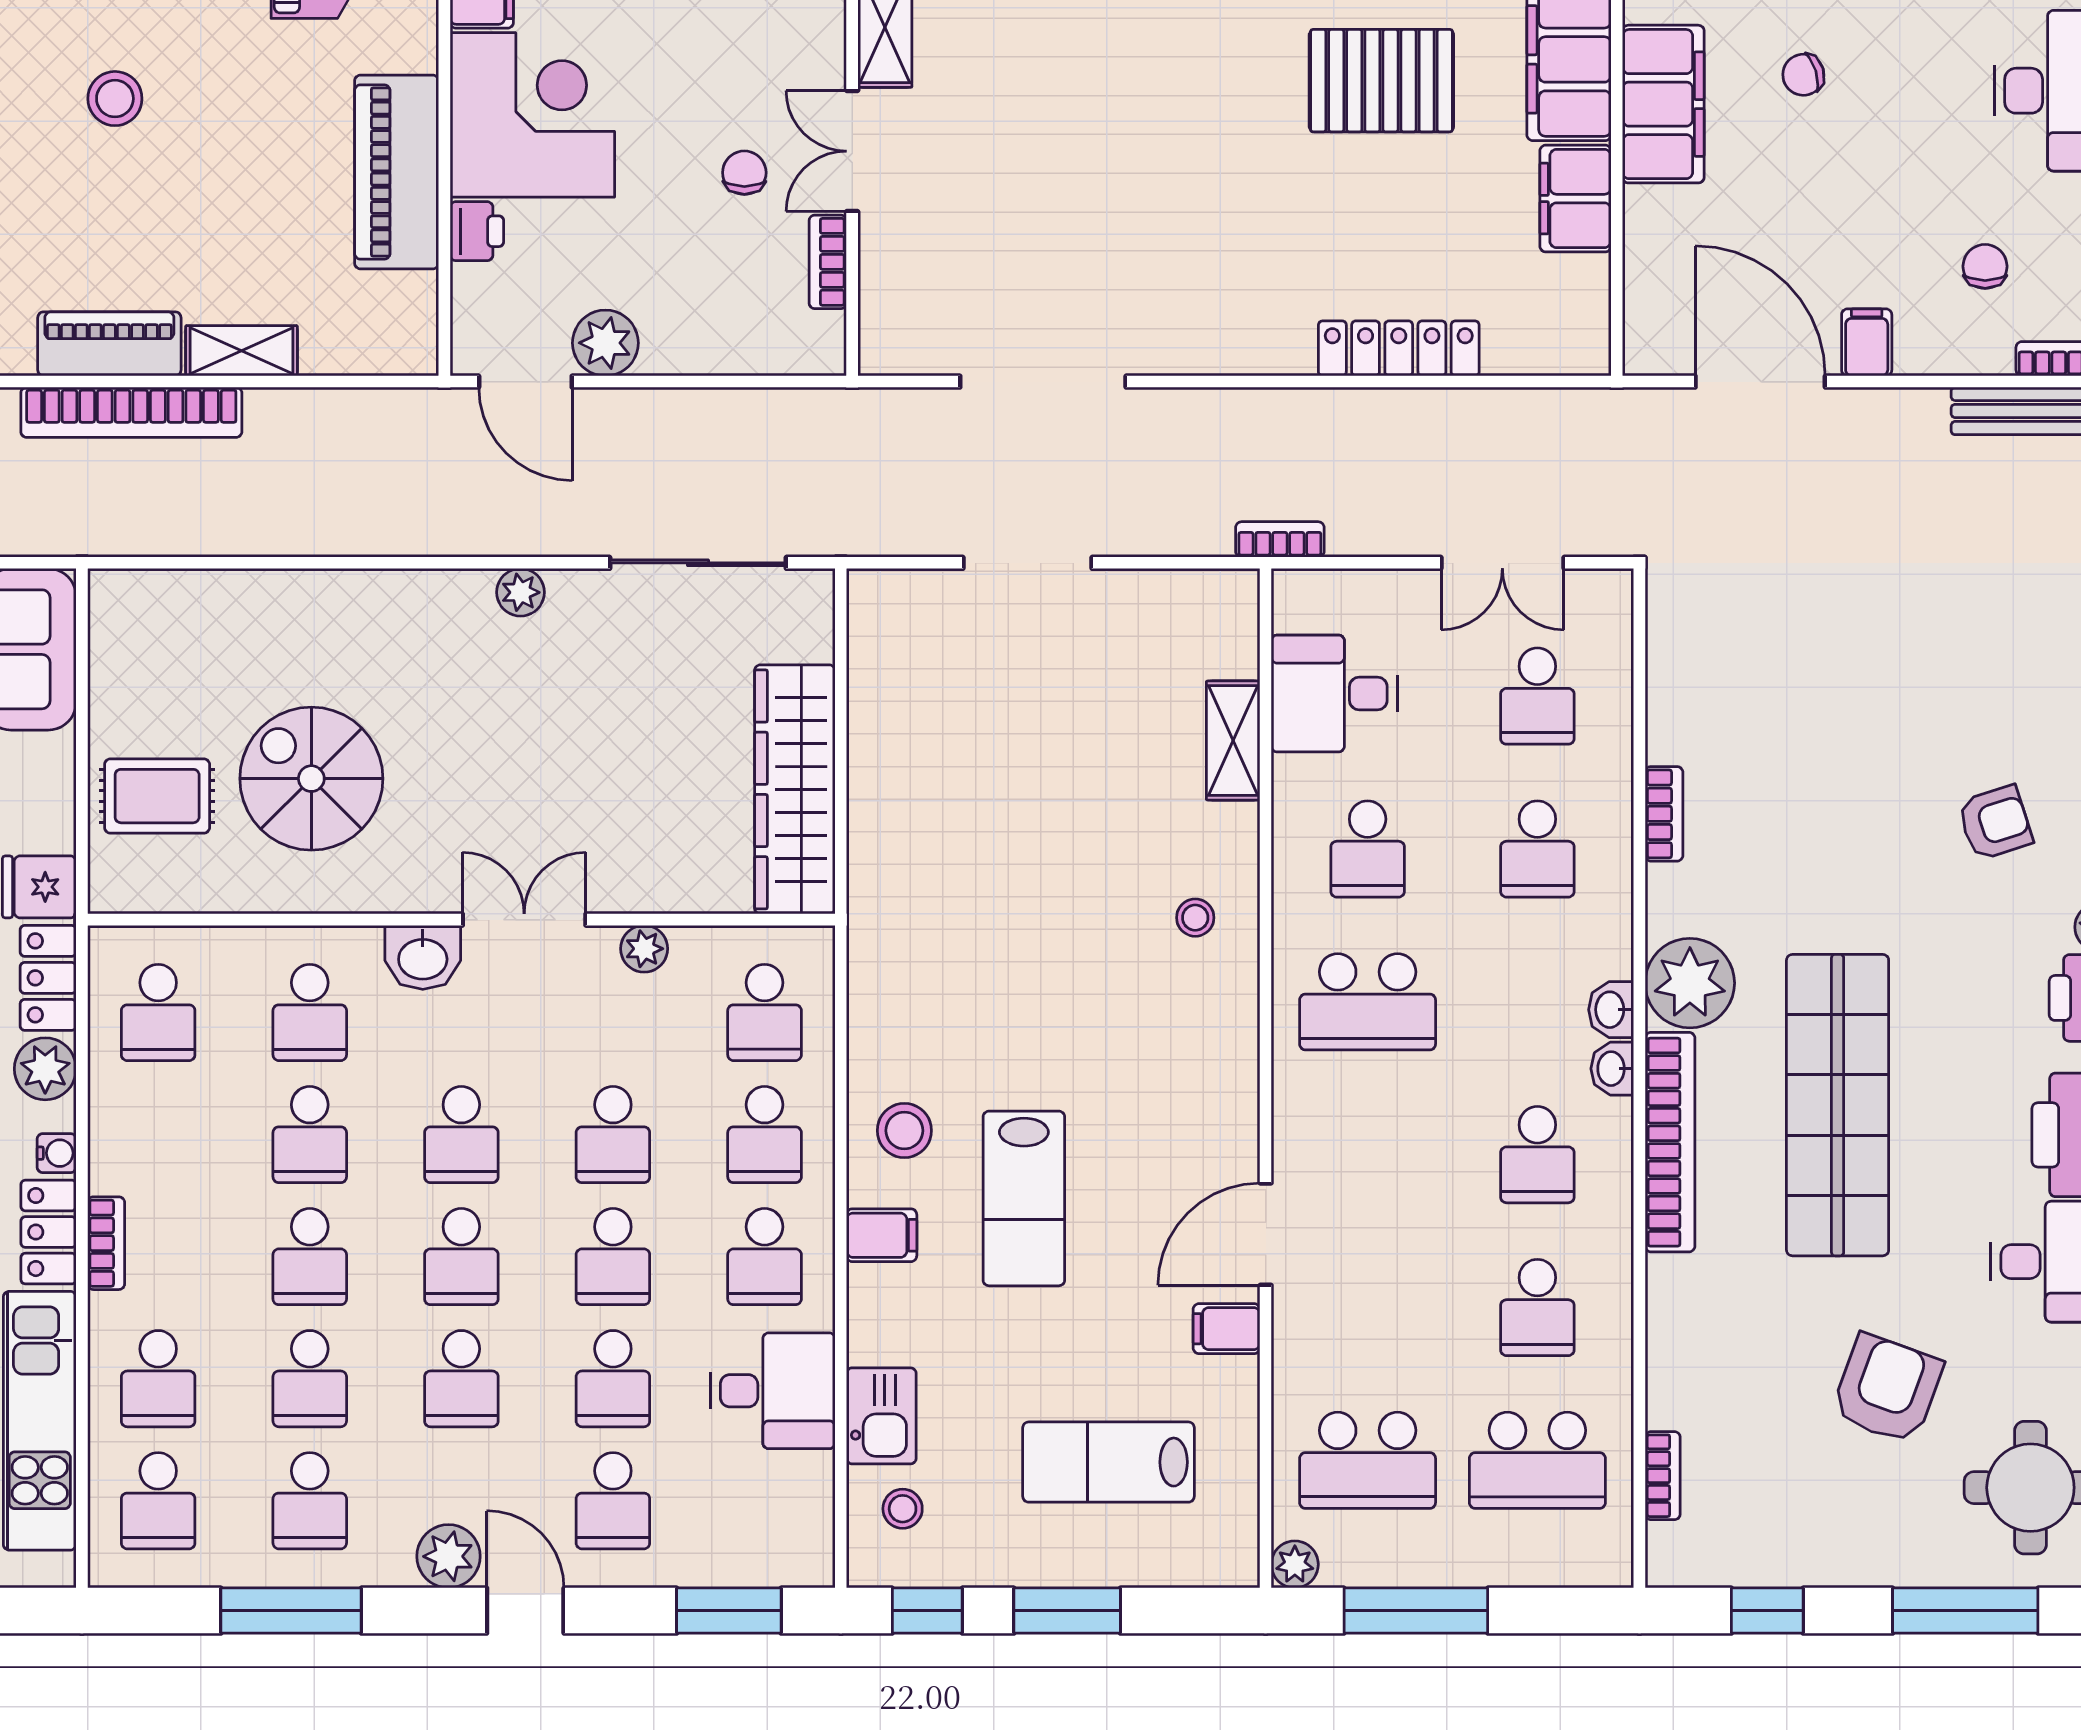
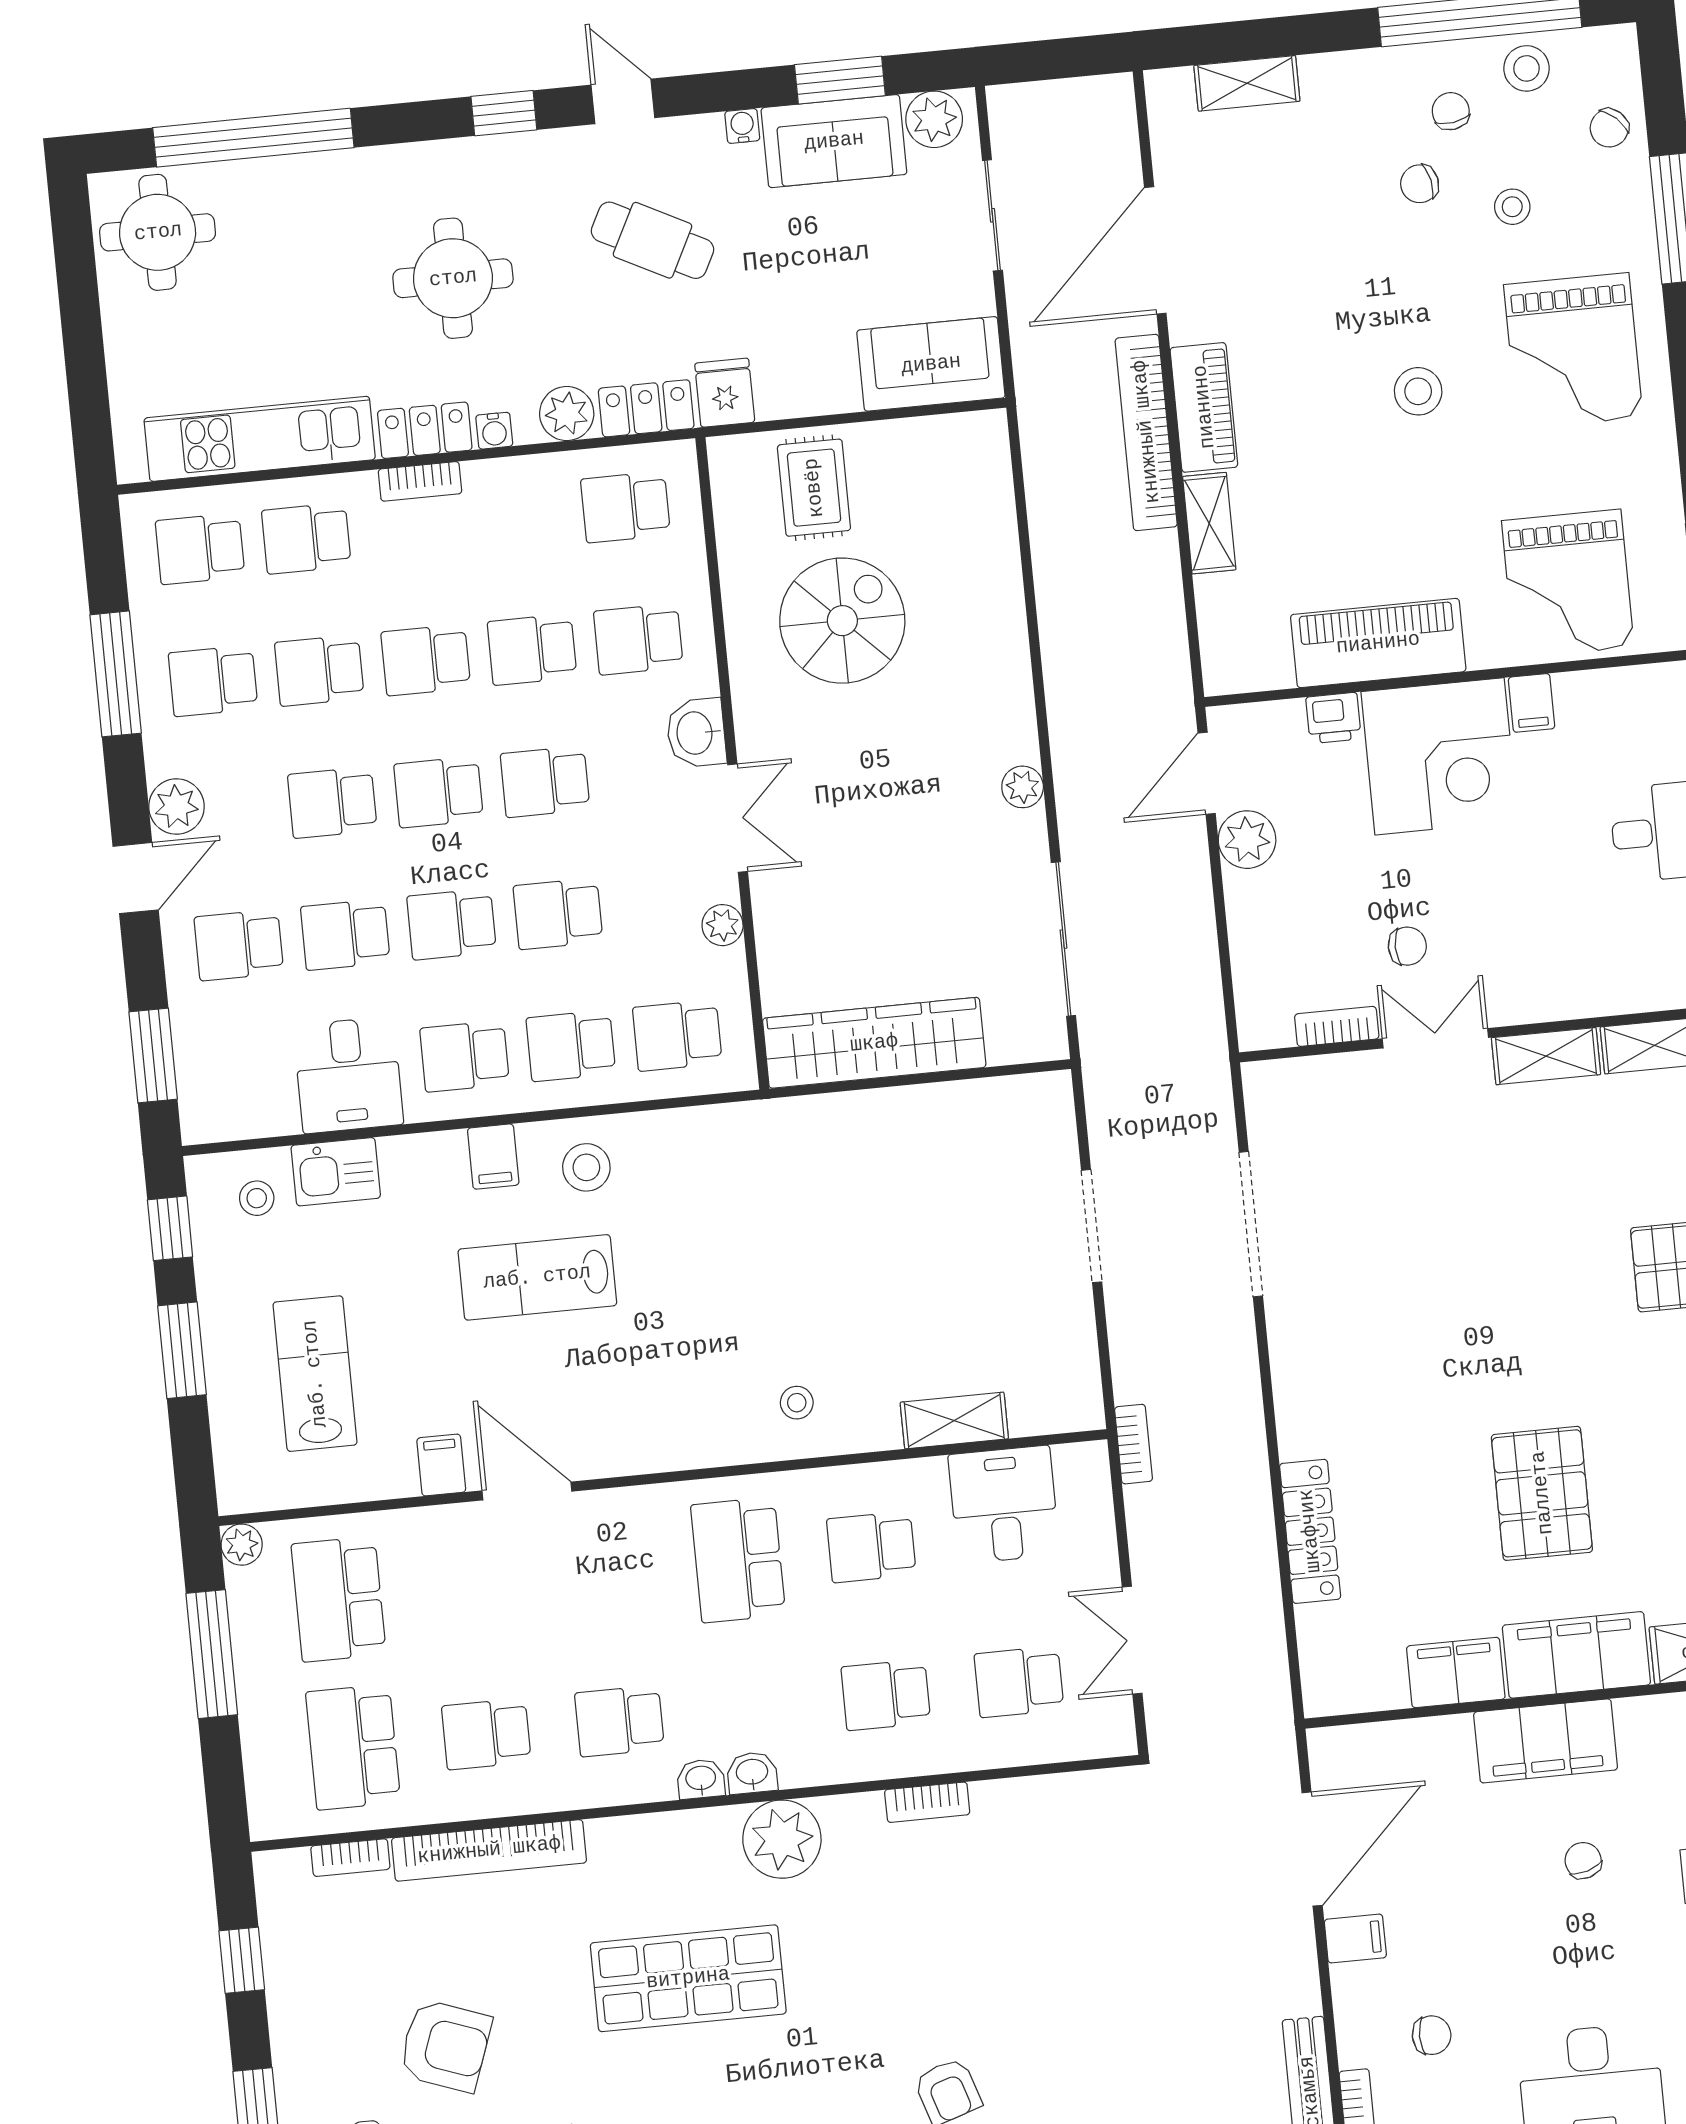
shop shelf: (1838, 1105) -> (688, 1978), width x0.71
bookcase: (1670, 1142) -> (489, 1850), moved

